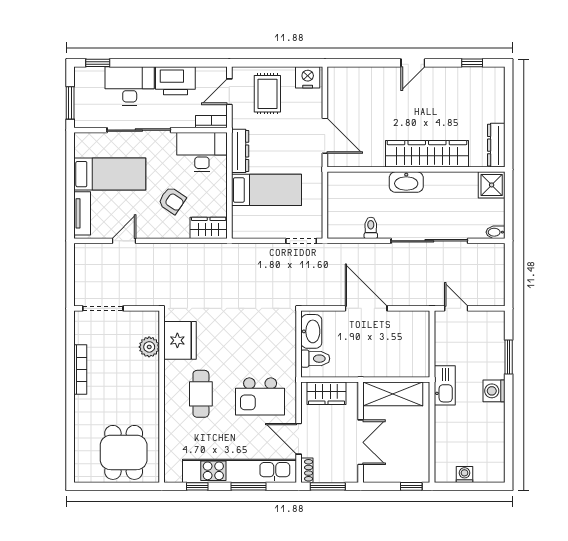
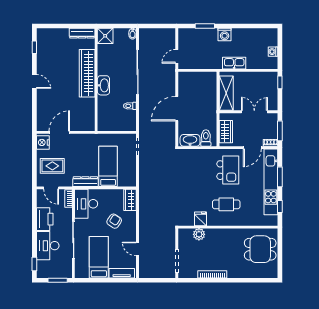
door: (325, 136) -> (59, 132), moved
fridge: (180, 340) -> (200, 219), width x0.53, depth x0.75
kitchen sink: (445, 385) -> (234, 63), moved

